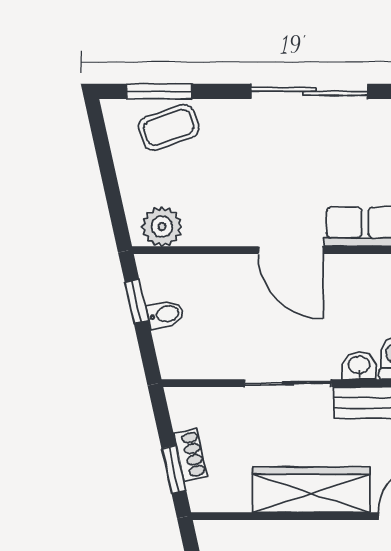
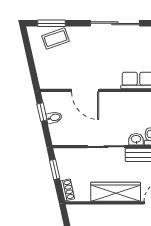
plant: (162, 227) -> (53, 80), removed
door: (291, 250) -> (85, 90), moved
shoe rack: (190, 455) -> (68, 190), moved
window: (174, 470) -> (55, 169), moved

